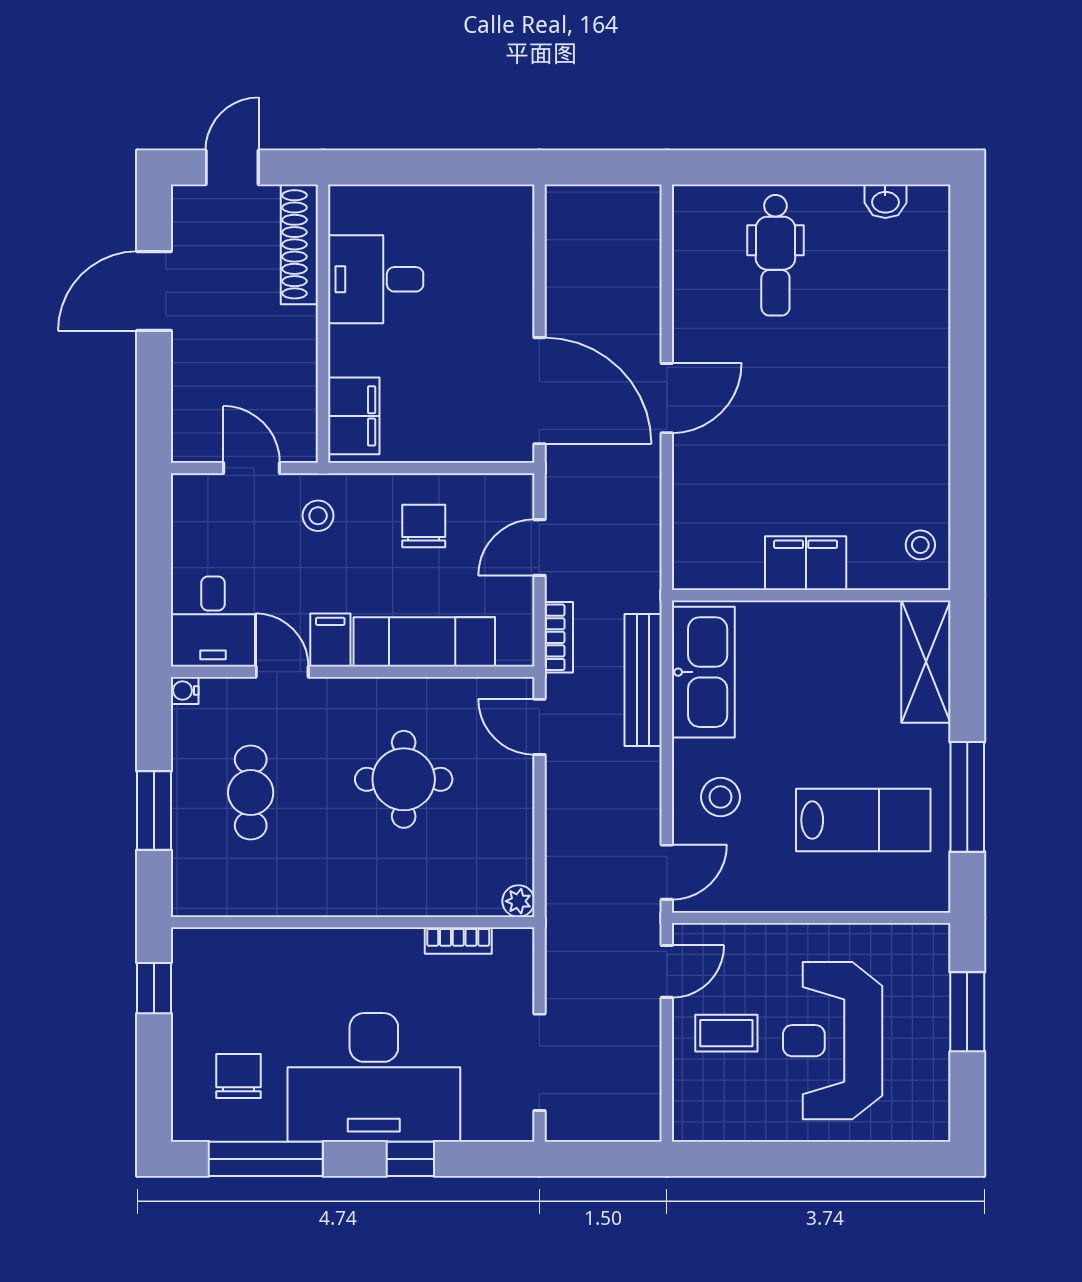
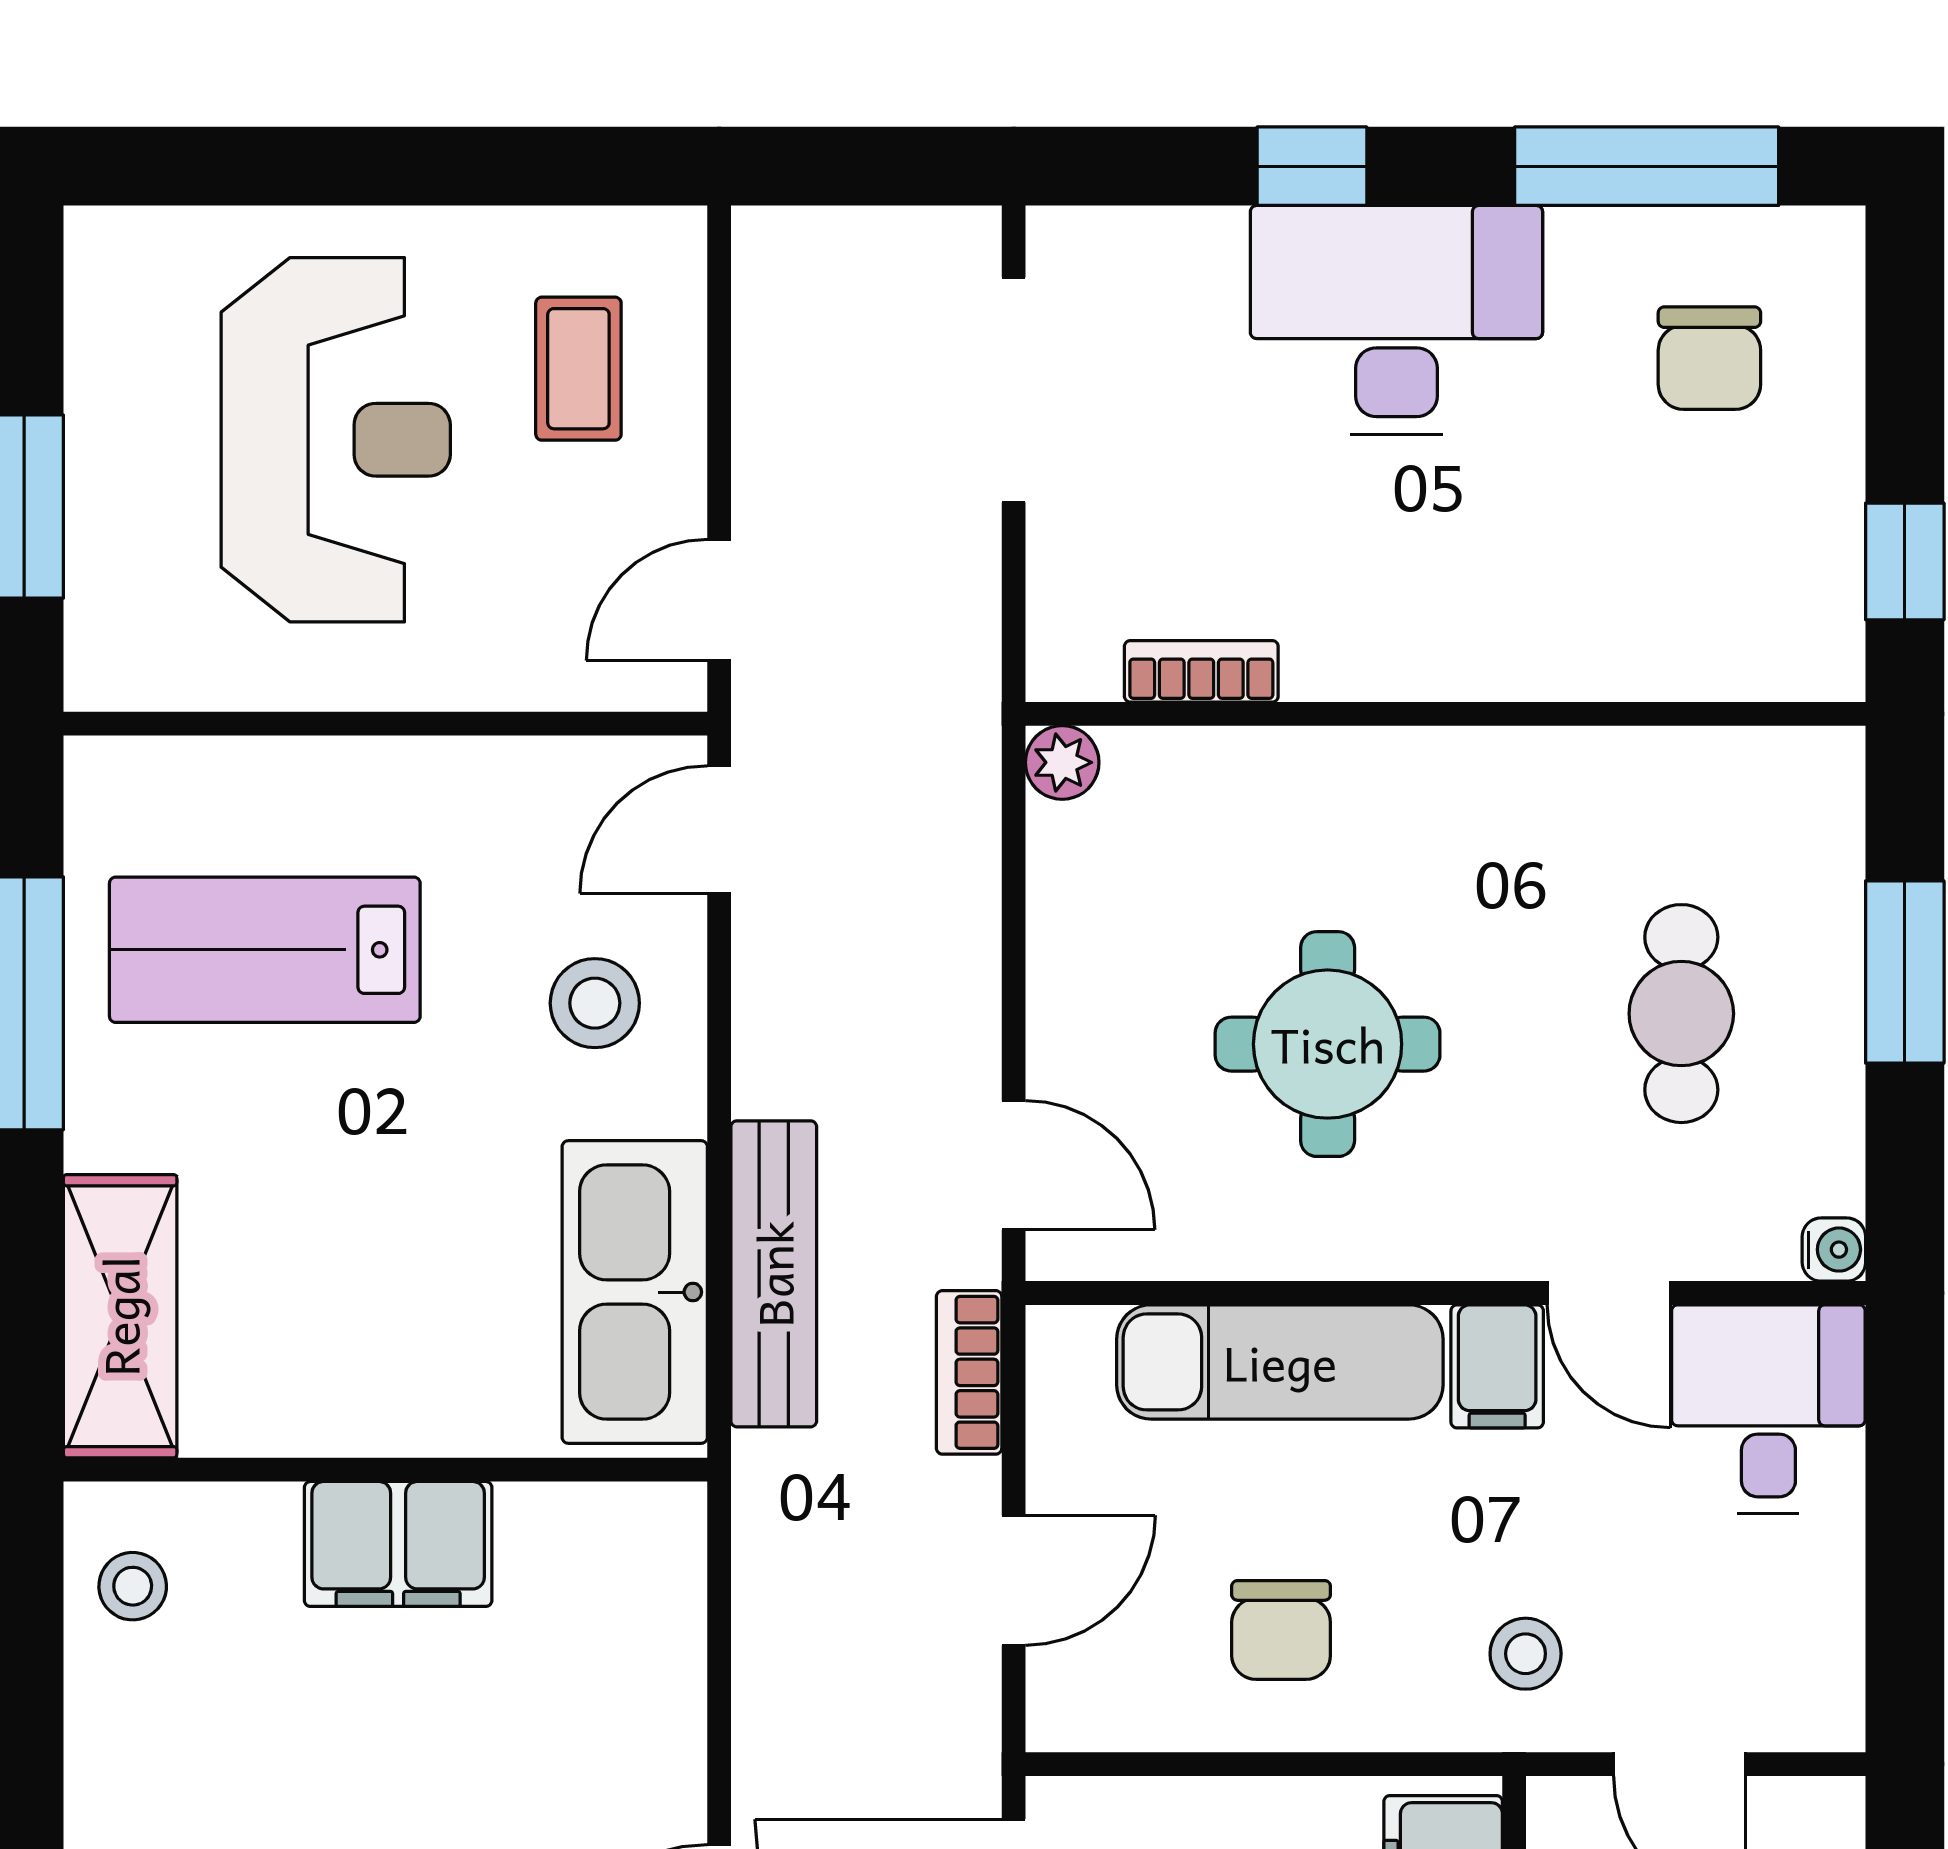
coffee table: (726, 1033) -> (578, 369), moved, turned 90
desk: (374, 1077) -> (1396, 320), width x0.73, depth x0.77

